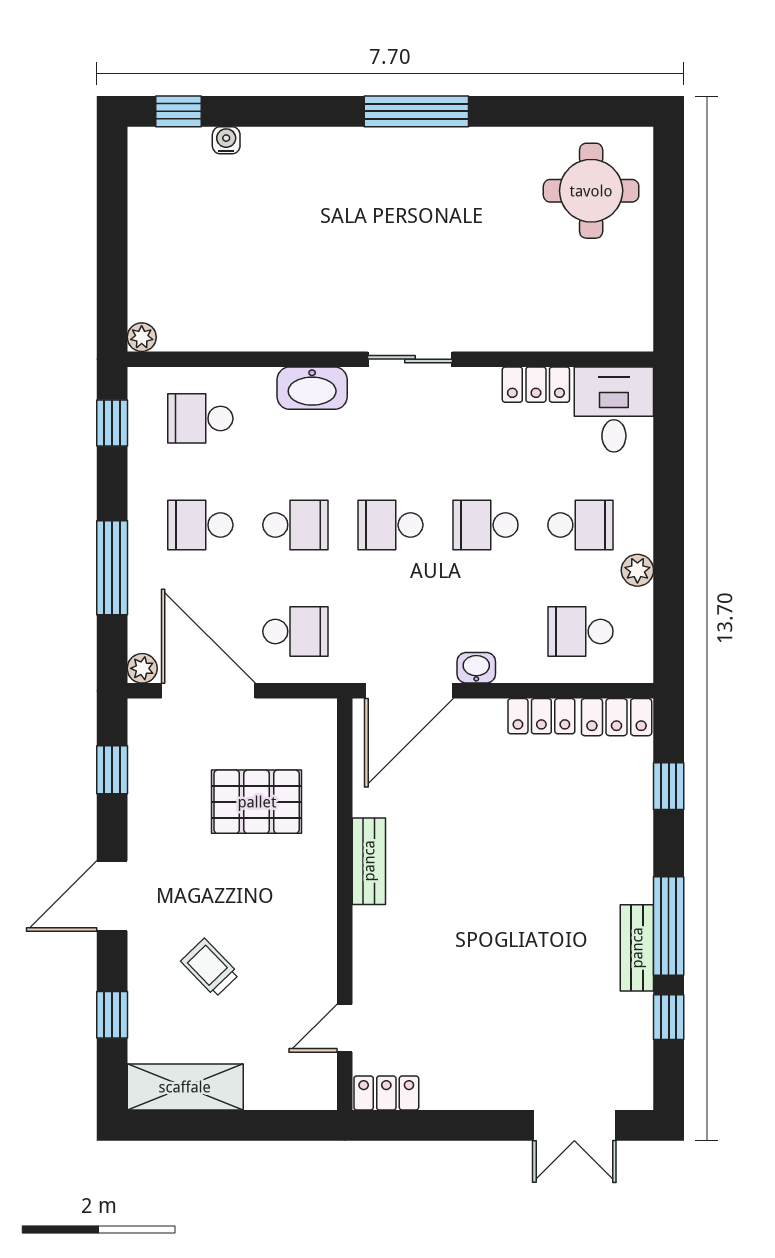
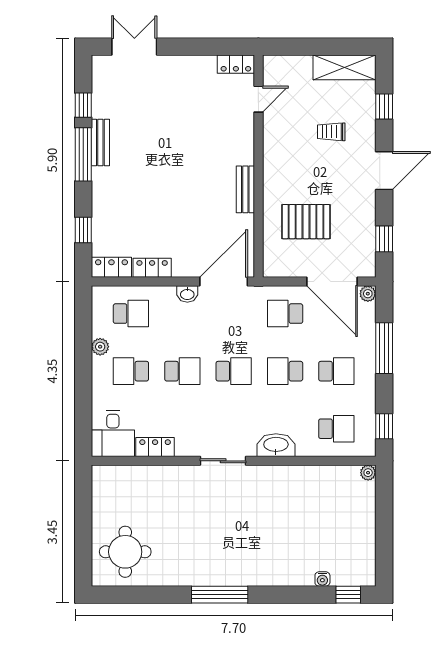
trolley: (210, 968) -> (331, 132), turned 134

